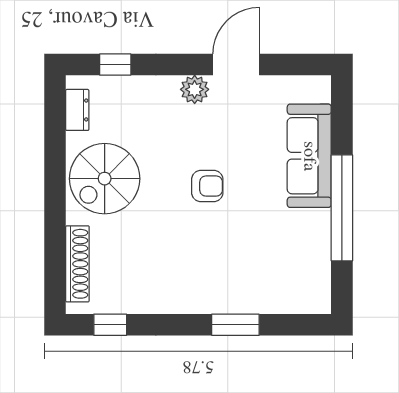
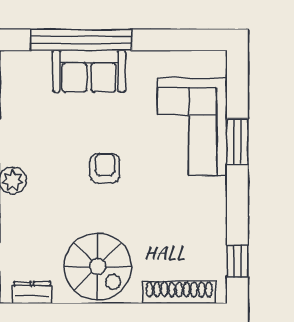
sofa: (309, 156) -> (89, 71), width x0.73
window: (342, 208) -> (81, 40), moved
corner sofa: (251, 278) -> (192, 127), added

